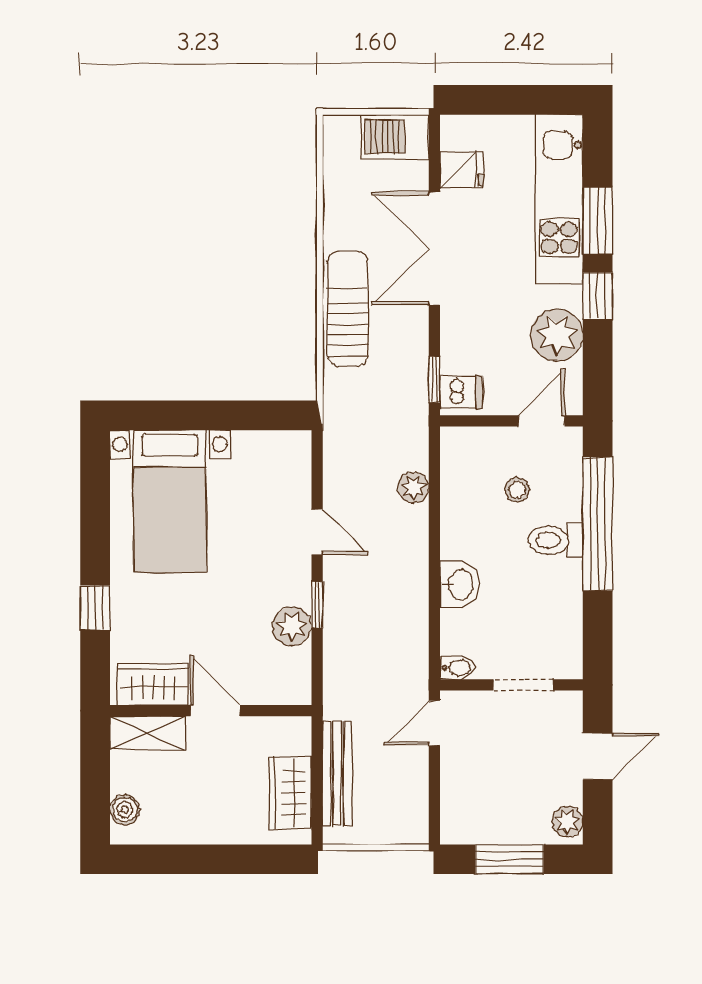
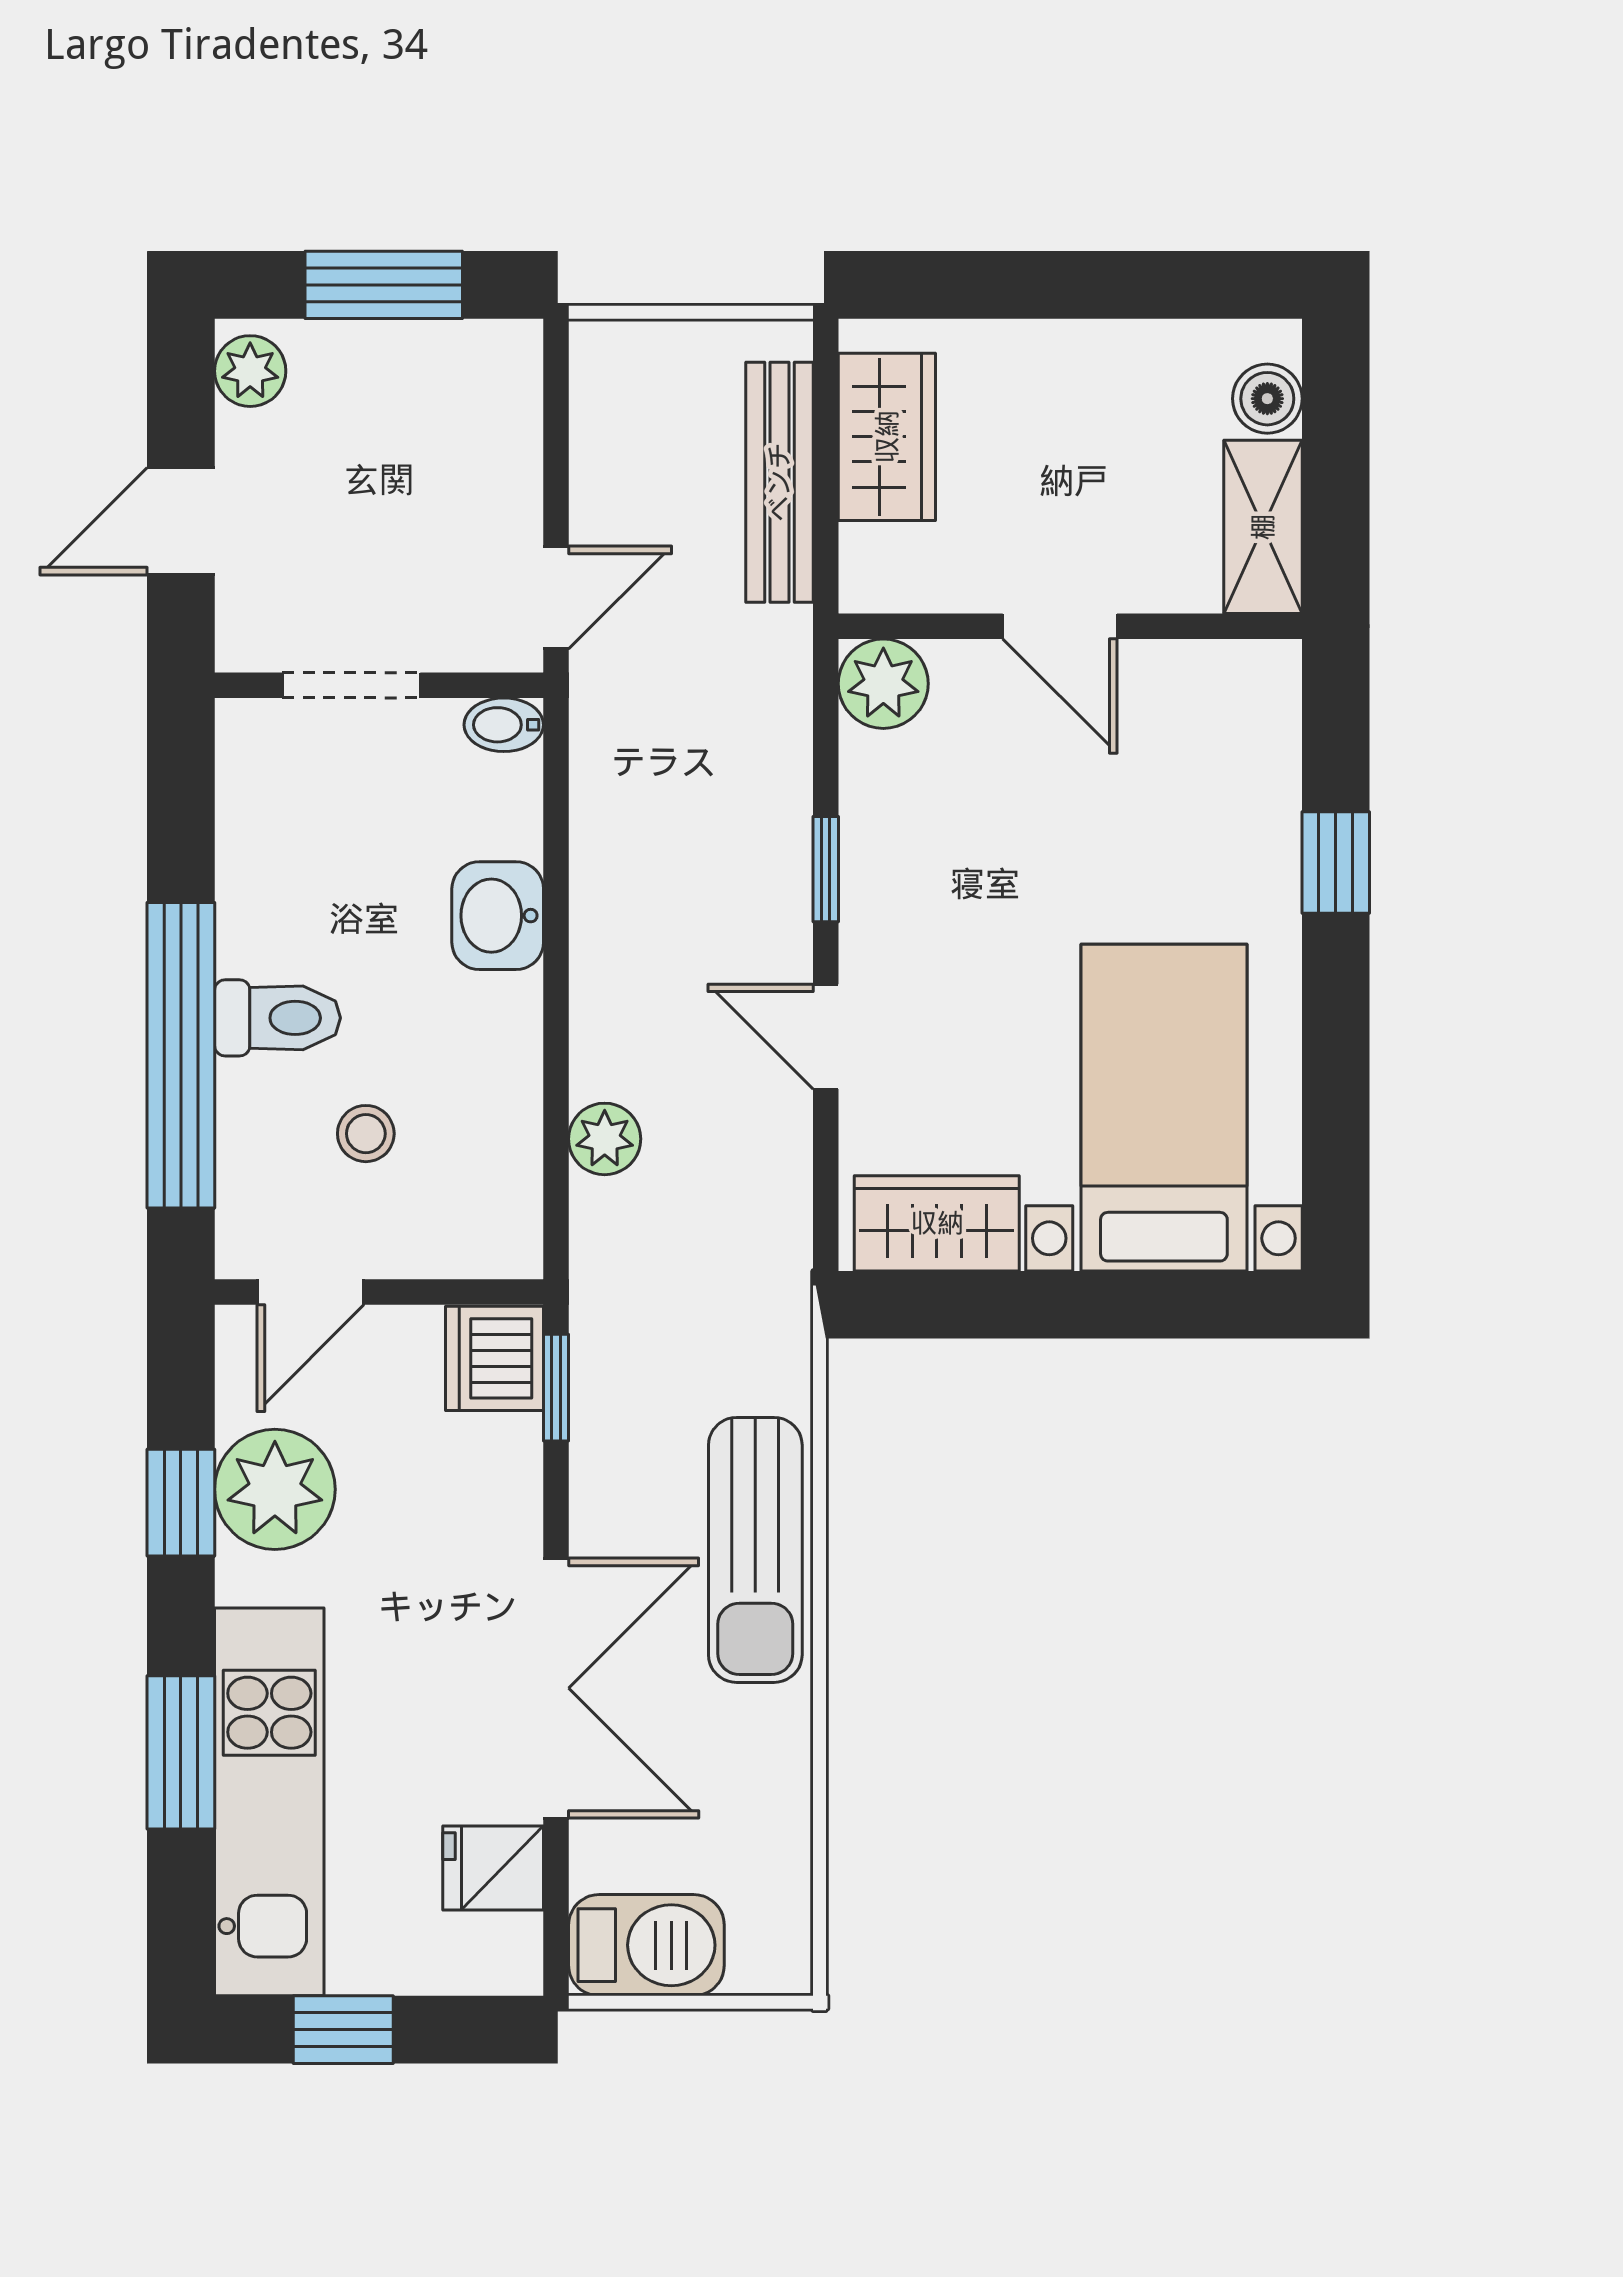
window: (527, 100) -> (343, 2030), added
window: (598, 296) -> (181, 1503), moved
dishwasher: (461, 392) -> (494, 1358), width x1.38
plant: (292, 626) -> (883, 684), moved
wardrobe: (153, 684) -> (937, 1223), moved, turned 180
shelving: (148, 733) -> (1263, 527), moved, turned 90

